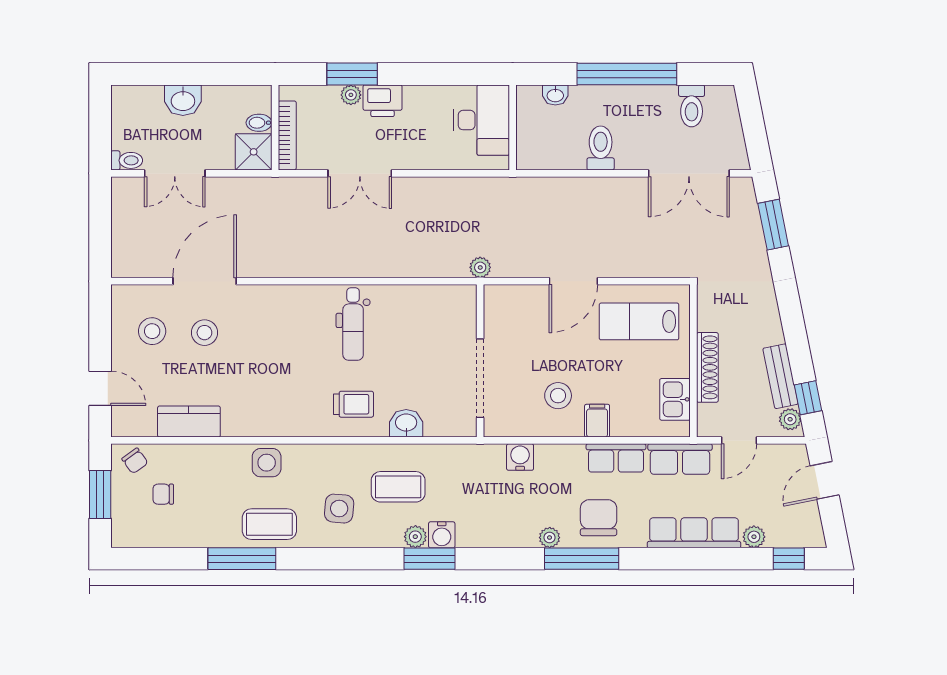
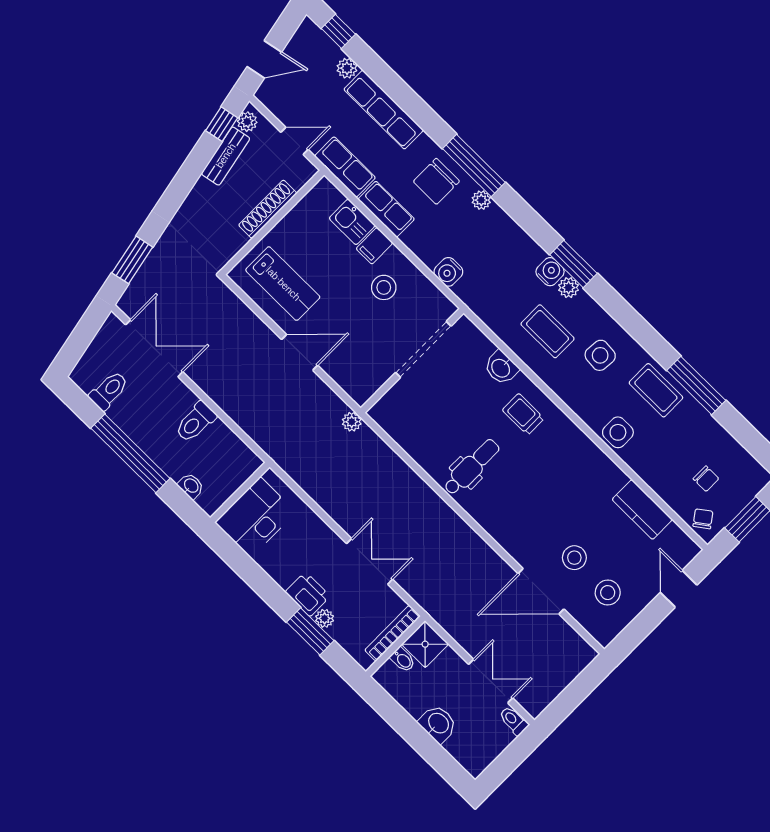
kitchen sink: (675, 399) -> (352, 222), moved, turned 90

